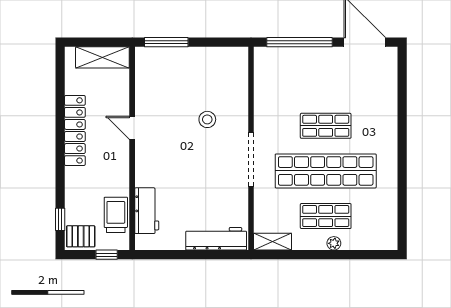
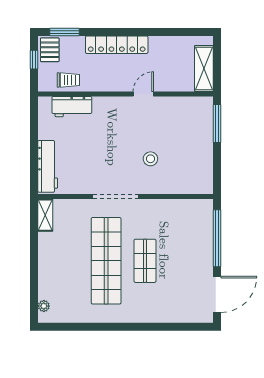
locker: (75, 130) -> (117, 45), moved
trolley: (116, 215) -> (68, 80), width x0.73, depth x0.72
shop shelf: (326, 216) -> (67, 261), removed
window: (60, 219) -> (64, 32), width x1.50
plant: (334, 243) -> (44, 306), moved
window: (107, 255) -> (34, 60), moved

